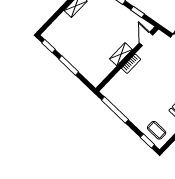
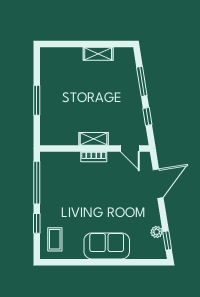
door: (146, 39) -> (130, 148), swing flipped
window: (48, 46) -> (37, 65), removed
window: (147, 141) -> (37, 223), moved

